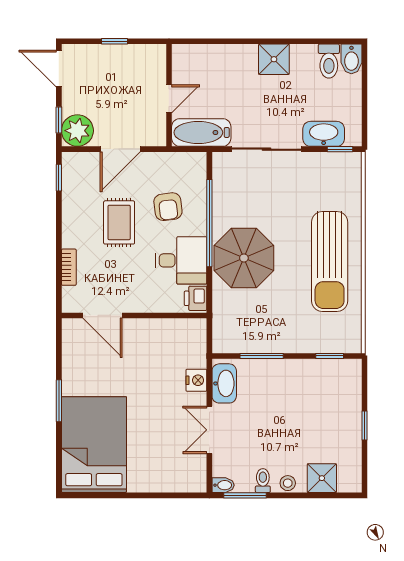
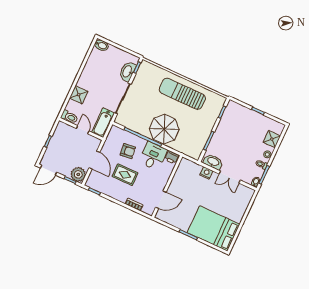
shower: (274, 59) -> (79, 95), moved
toilet: (329, 61) -> (69, 117), moved
sun lounger: (330, 262) -> (182, 94), turned 180

